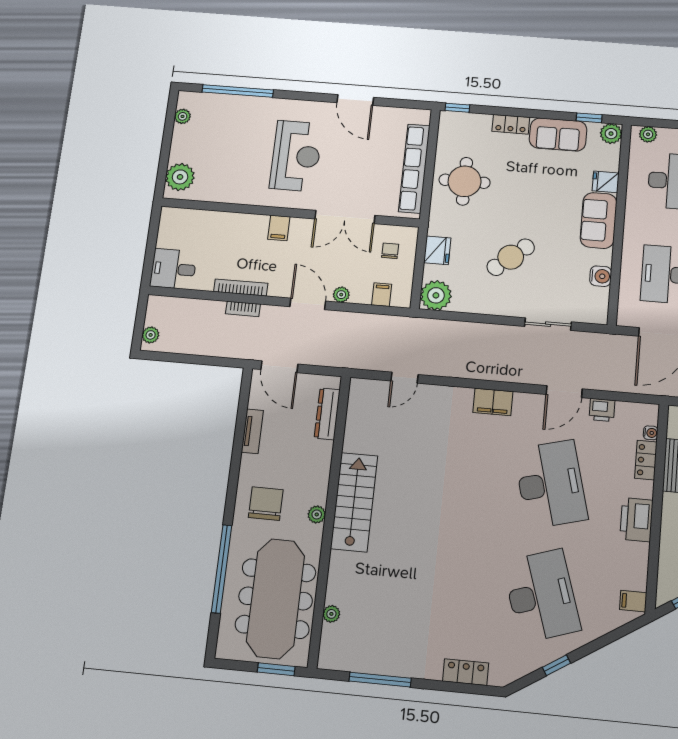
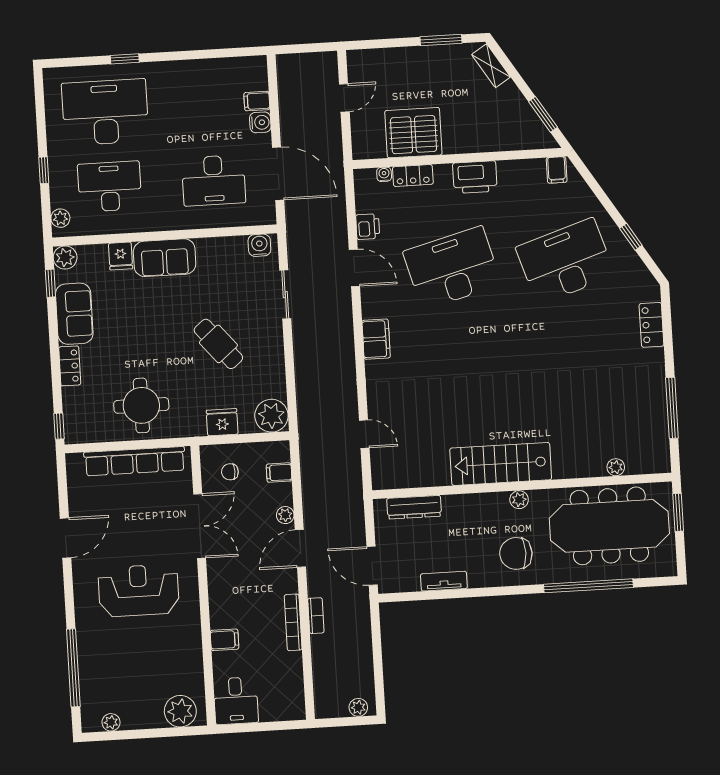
filing cabinet: (279, 228) -> (225, 640), moved
desk: (173, 269) -> (236, 701), moved
water cooler: (601, 276) -> (259, 245), moved
door: (279, 367) -> (372, 566), swing flipped

